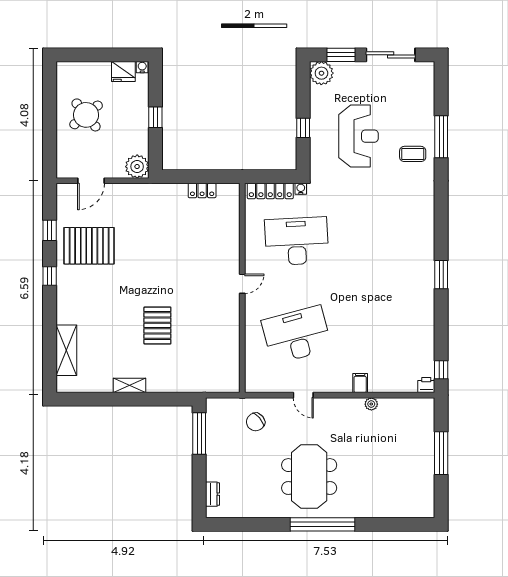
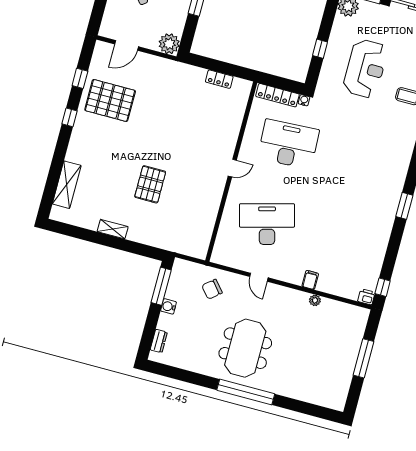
water cooler: (213, 453) -> (169, 306), added

